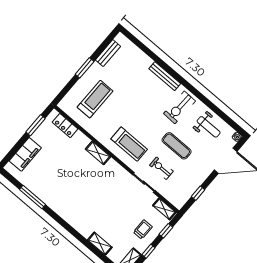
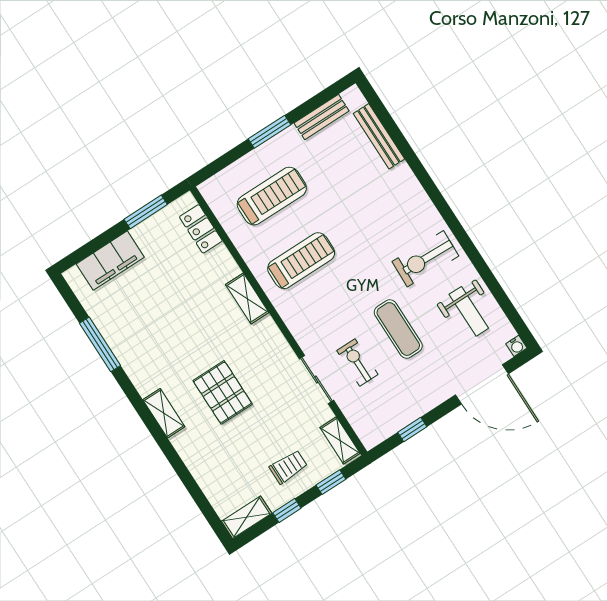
bench: (165, 76) -> (379, 136), moved
treadmill: (129, 144) -> (301, 261), moved, turned -90
pallet: (100, 203) -> (223, 392), added
shelving: (100, 244) -> (164, 413), moved

